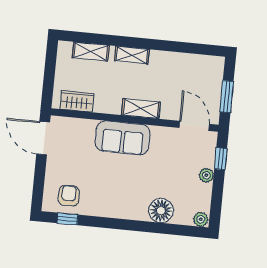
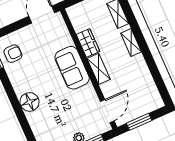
wardrobe: (77, 101) -> (88, 43), moved
floor lamp: (161, 211) -> (29, 102), moved

